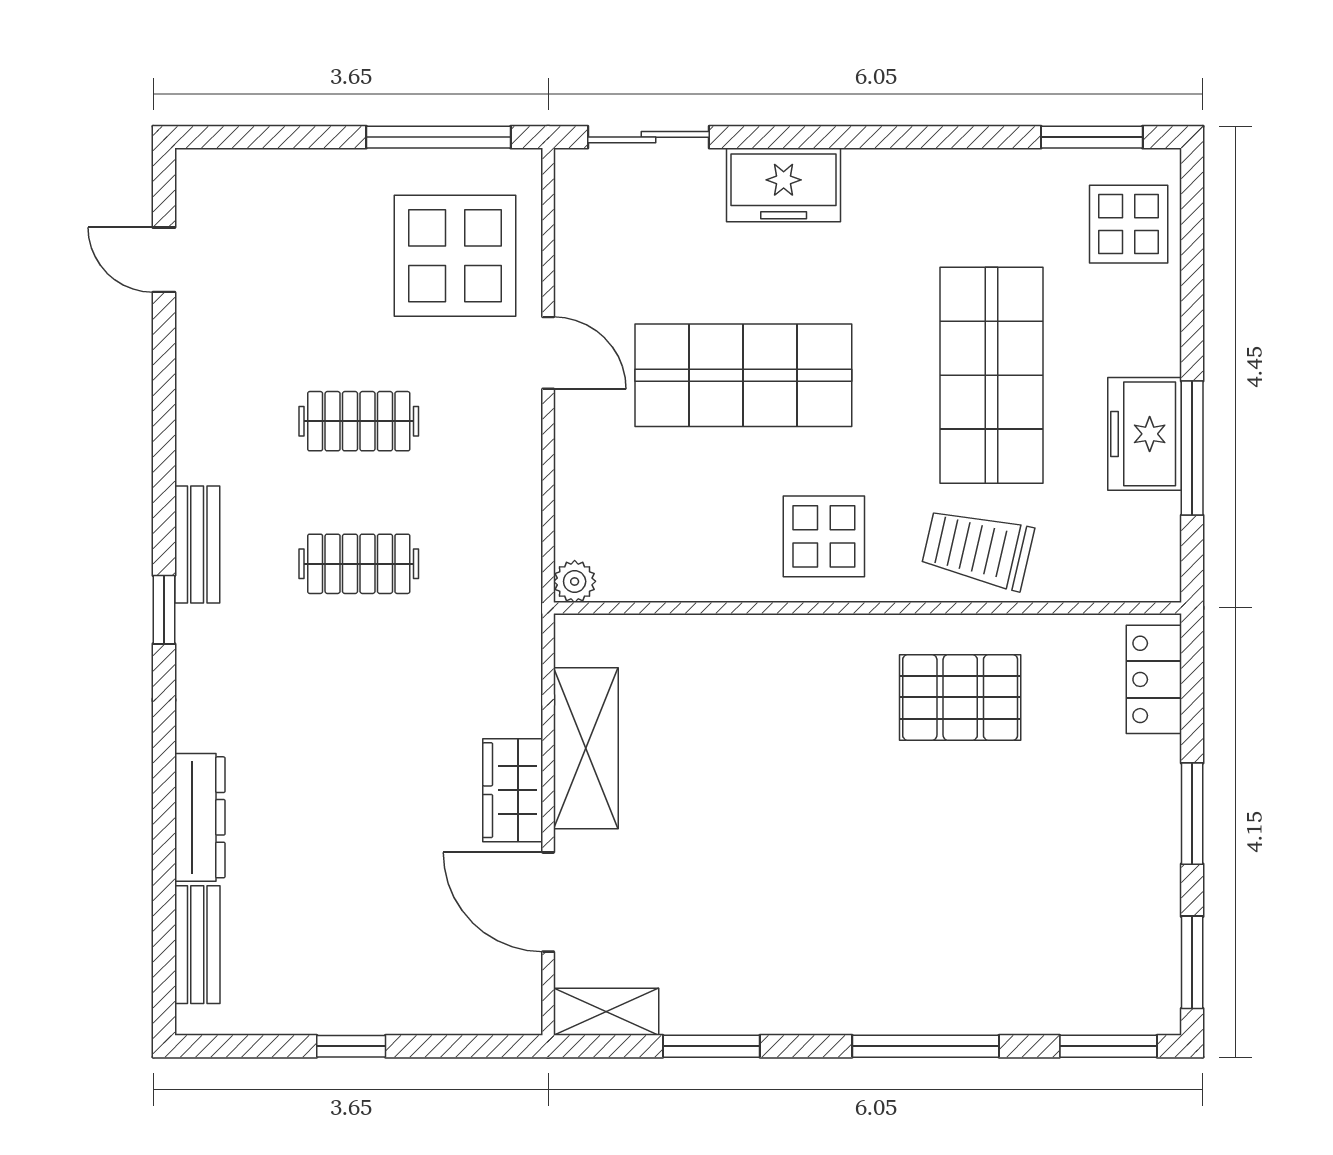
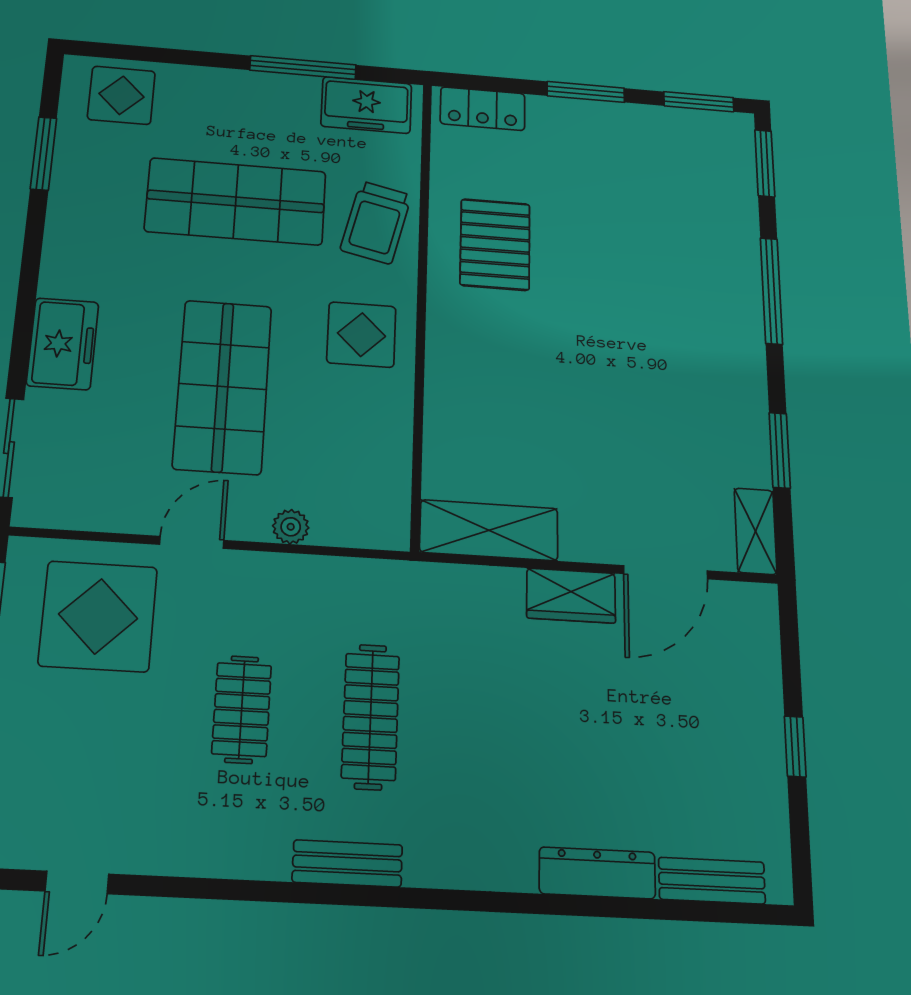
window: (1092, 137) -> (44, 153), moved
freezer: (1145, 434) -> (366, 105), moved
clothes rail: (359, 564) -> (371, 716), width x1.36
plant: (575, 581) -> (291, 527), moved
window: (164, 610) -> (407, 898), removed
shelving: (586, 748) -> (489, 530), moved

